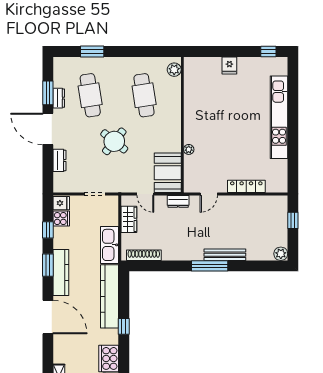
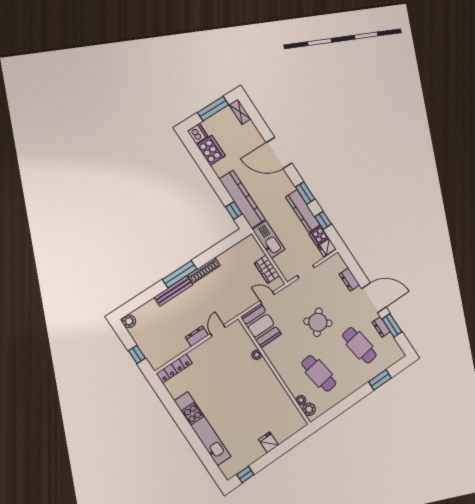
plant: (176, 83) -> (301, 400), added
locker: (246, 186) -> (174, 368), moved
dresser: (178, 201) -> (197, 336), moved
shoe rack: (144, 255) -> (204, 270), moved
kitchen counter: (61, 273) -> (303, 211), moved
window: (124, 326) -> (234, 211), moved

